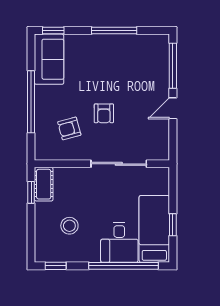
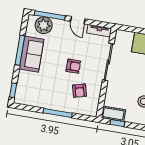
sofa: (49, 59) -> (31, 54), moved, turned 90
plant: (157, 59) -> (44, 25), added
window: (31, 102) -> (58, 113), width x0.68
tv unit: (163, 142) -> (99, 31), added

